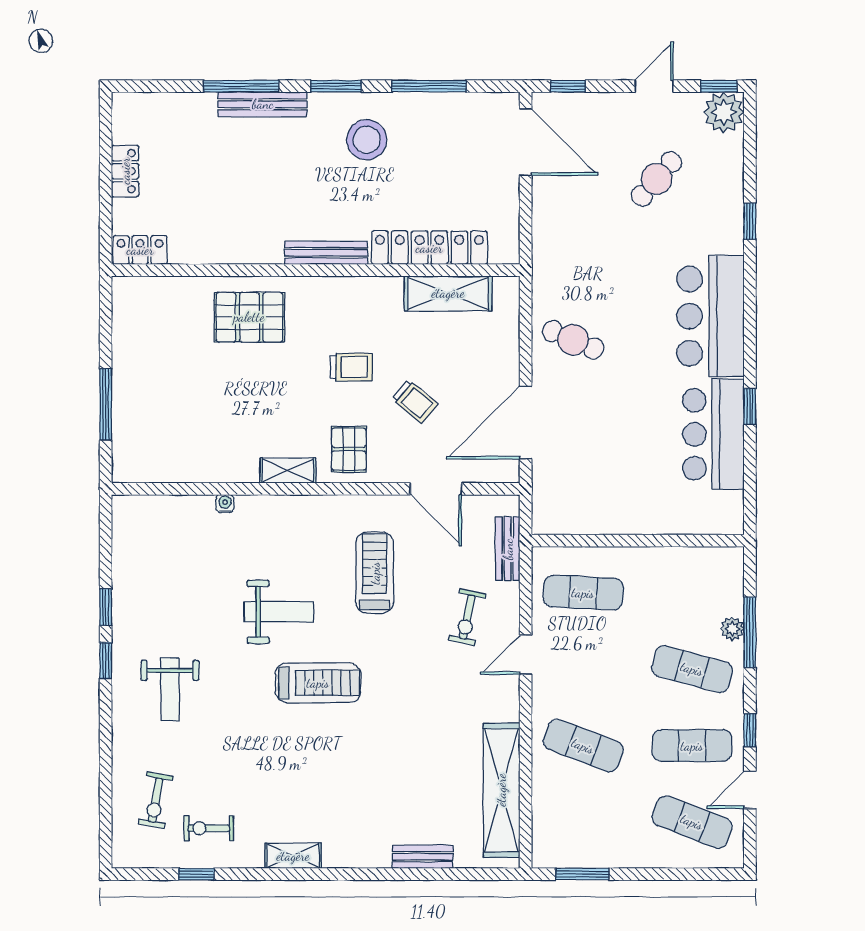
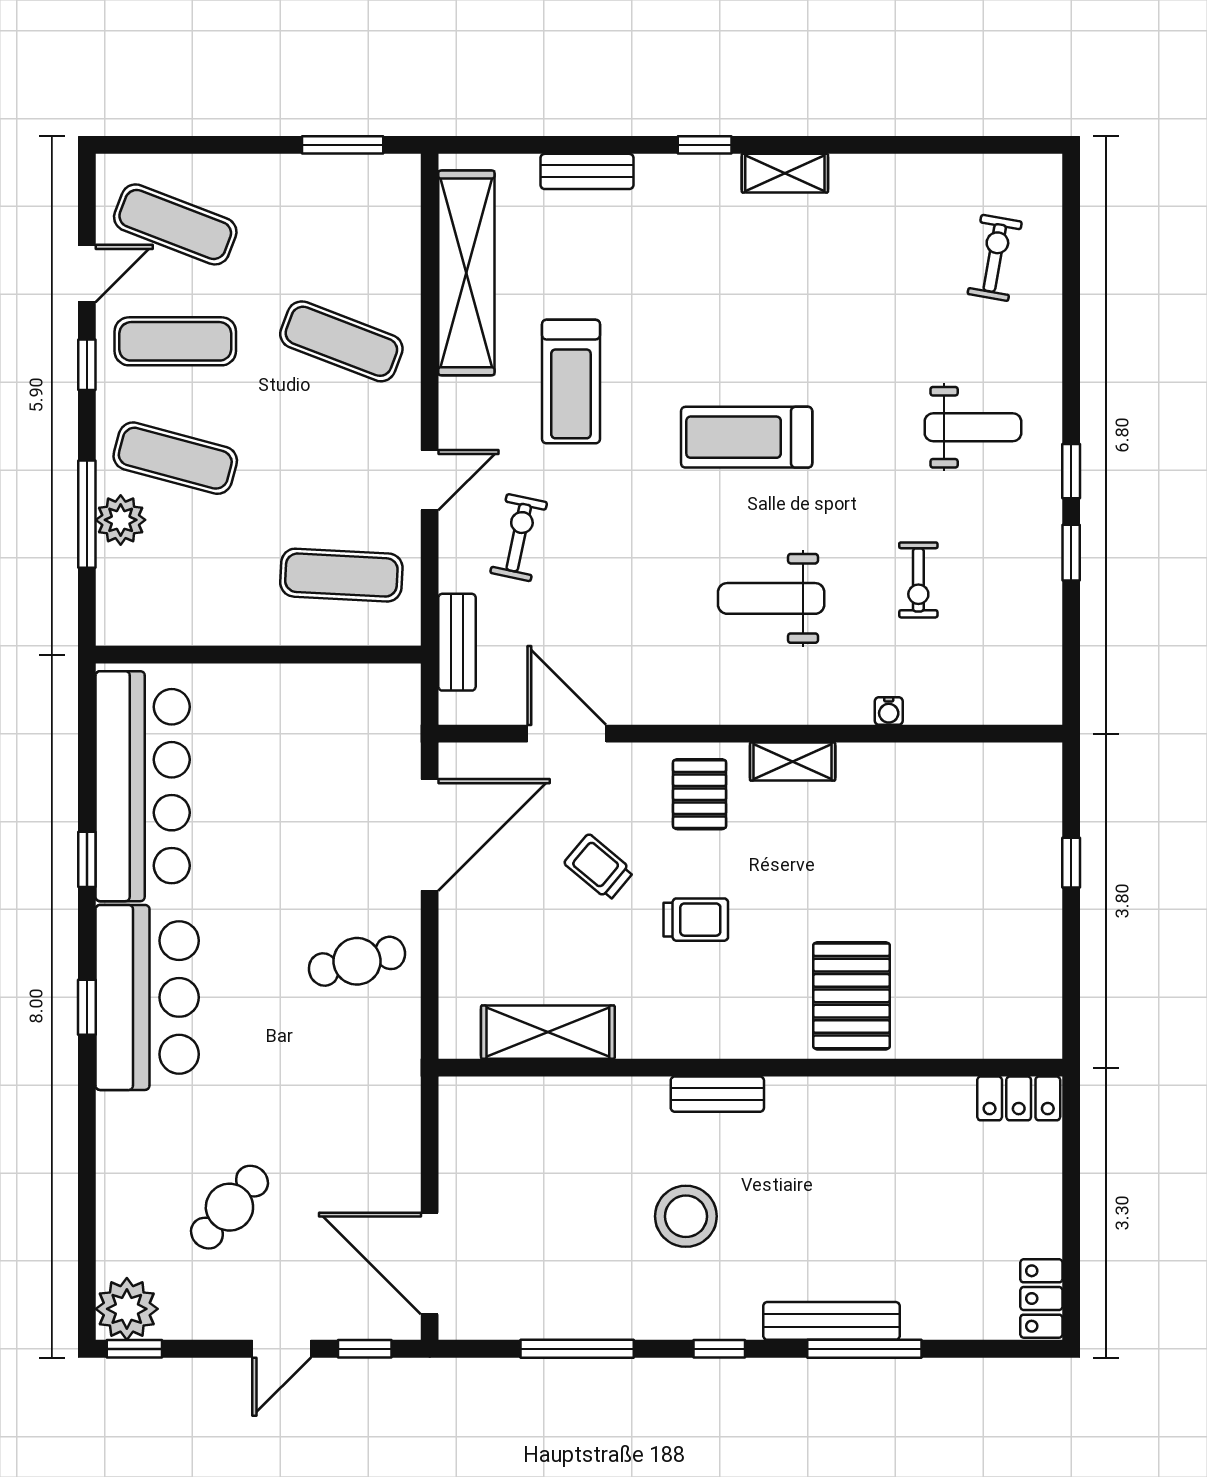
window: (336, 86) -> (719, 1349), width x0.67
door: (654, 86) -> (282, 1349), moved
stool: (367, 140) -> (686, 1216), moved
locker: (125, 171) -> (1041, 1298), moved
window: (750, 221) -> (87, 1007), moved
locker: (429, 248) -> (576, 1102), removed
bench: (326, 253) -> (717, 1094), width x0.73
pallet: (249, 317) -> (852, 996), turned 90
cafe table: (573, 340) -> (357, 961), turned -37
trolley: (351, 367) -> (696, 920), turned 180
window: (106, 404) -> (1071, 863), width x0.46
bar counter: (713, 434) -> (143, 786), width x1.36
treadmill: (375, 573) -> (571, 382), moved
weight bench: (279, 612) -> (771, 598), moved
plant: (732, 629) -> (121, 520), width x1.38, depth x1.38
weight bench: (170, 689) -> (973, 427), turned 90
exercise bike: (209, 828) -> (918, 580), moved, turned 90
window: (196, 874) -> (705, 145), moved

